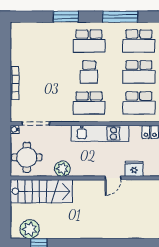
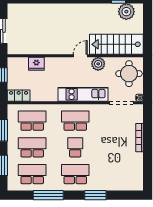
kitchen unit: (100, 133) -> (83, 94), moved
door: (113, 178) -> (80, 56), moved

